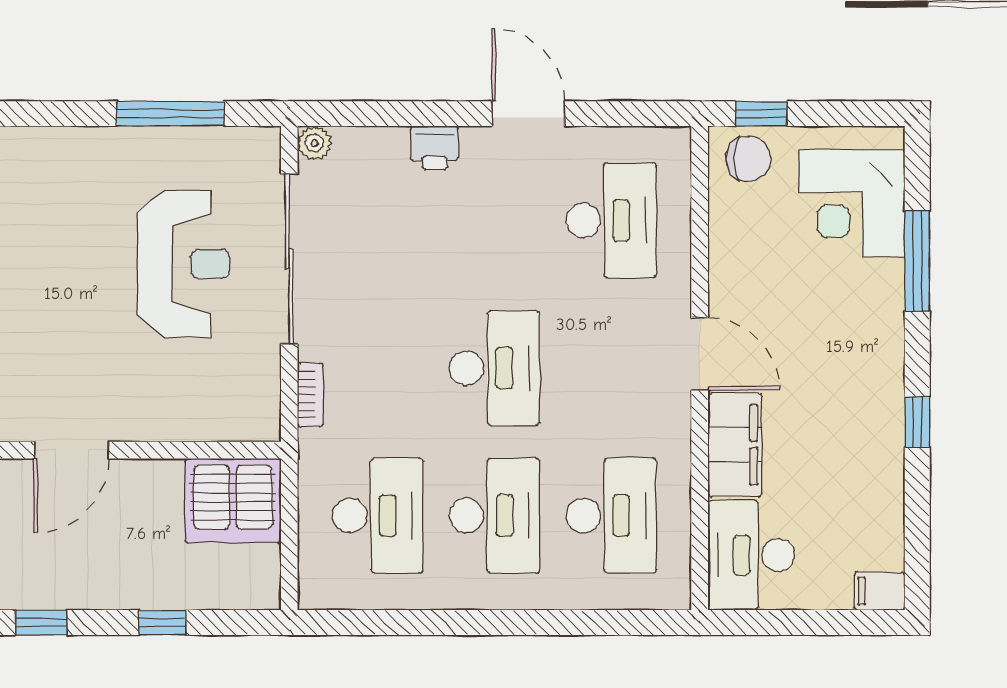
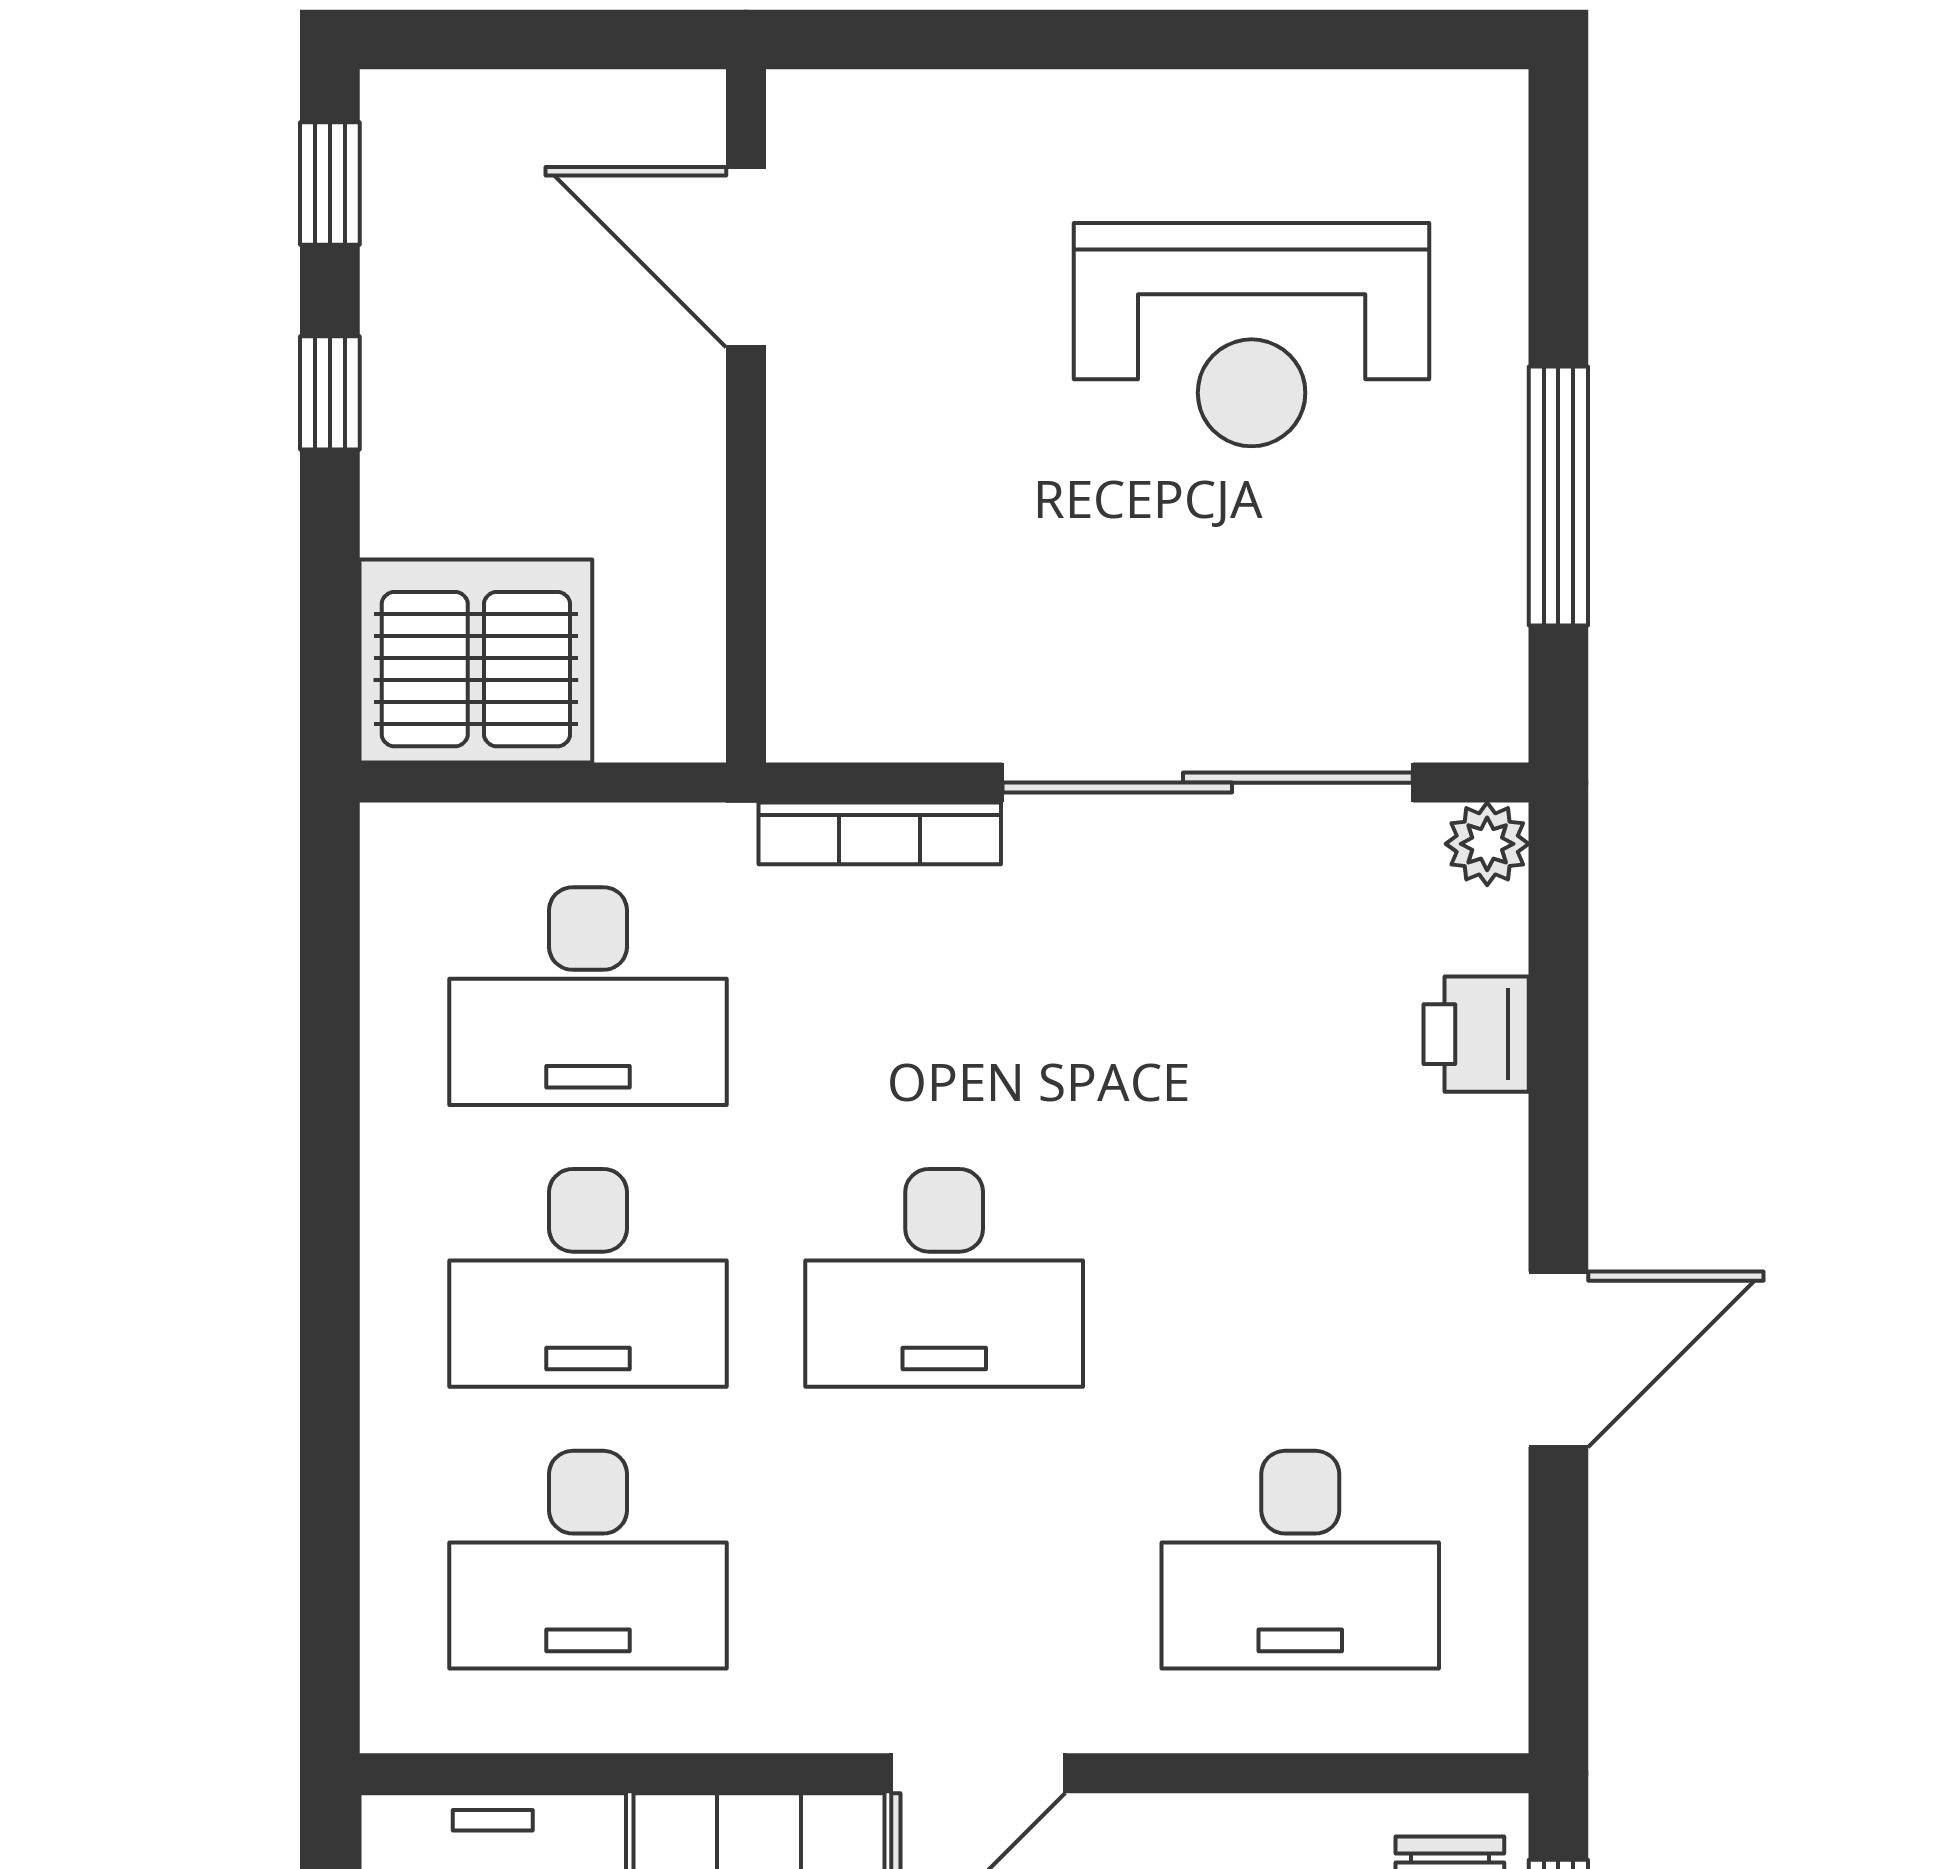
printer: (435, 148) -> (1476, 1034), moved
reception desk: (183, 264) -> (1252, 335), moved
bookcase: (310, 395) -> (880, 833), width x1.56
server rack: (233, 501) -> (476, 661), moved, turned 90
window: (162, 623) -> (330, 393), moved

